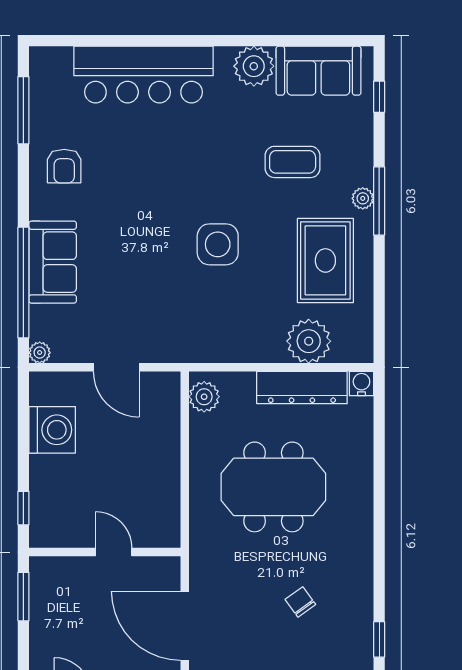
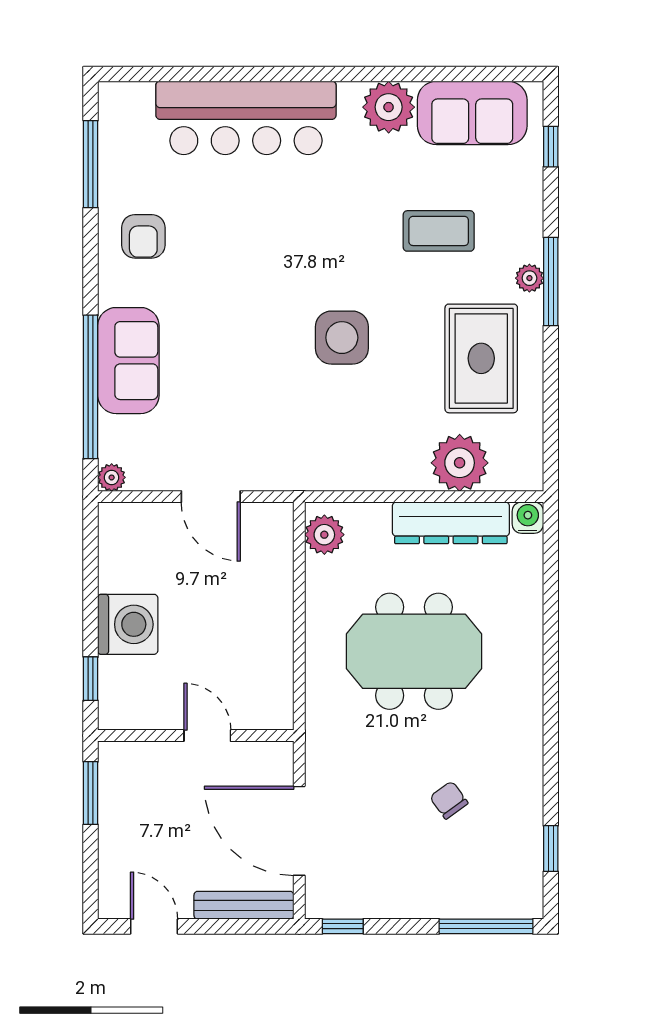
washing machine: (52, 430) -> (128, 624), moved

